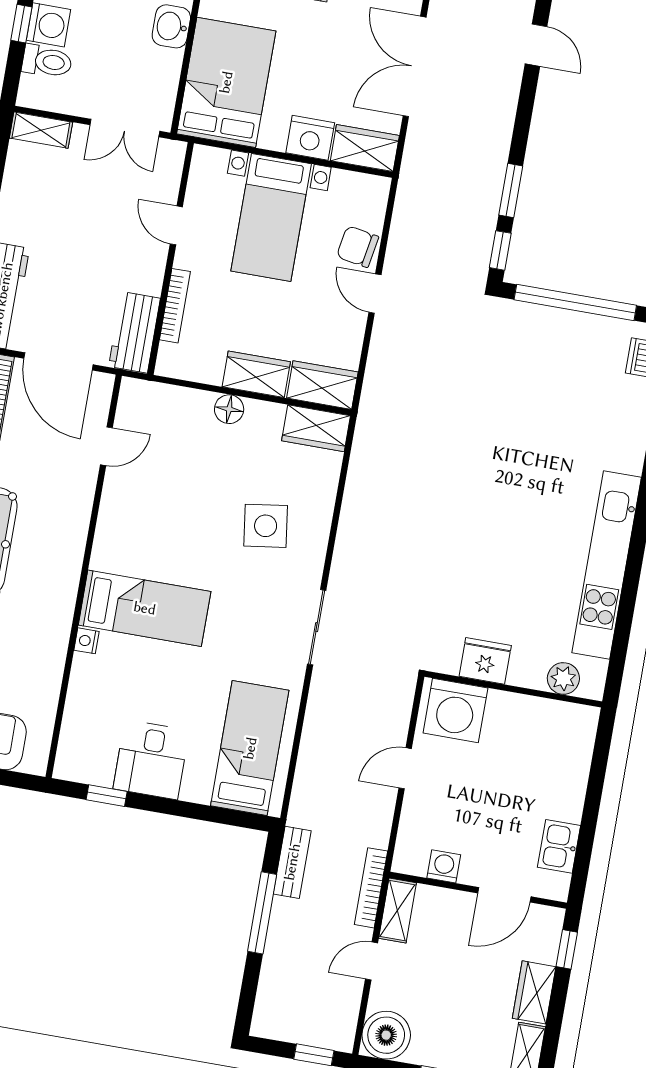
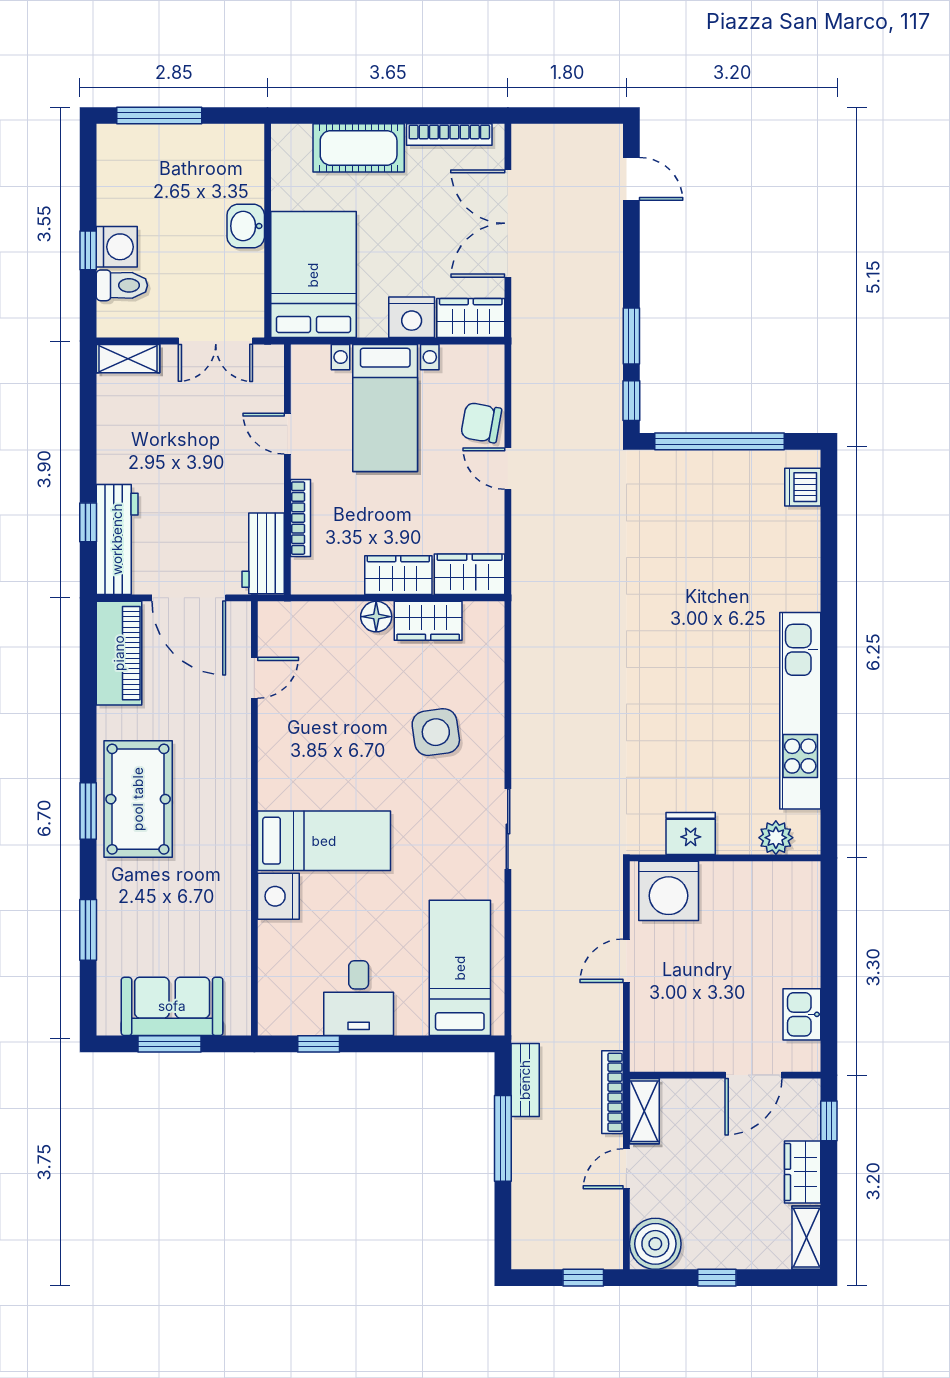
wardrobe: (316, 428) -> (428, 621), moved
nightstand: (87, 641) -> (278, 896), width x1.89, depth x1.79
washing machine: (444, 866) -> (685, 1056), removed

